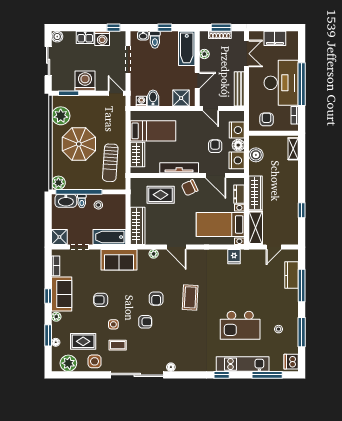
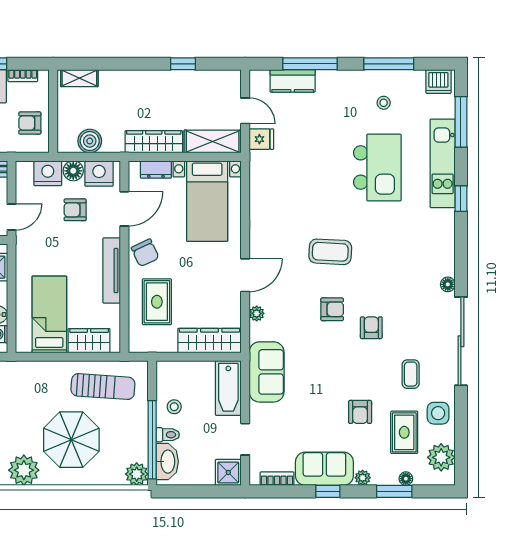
fridge: (234, 257) -> (261, 139), moved
armchair: (101, 300) -> (360, 412), moved
side table: (113, 324) -> (376, 381), removed

